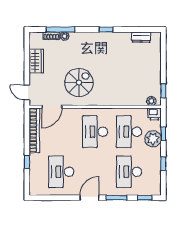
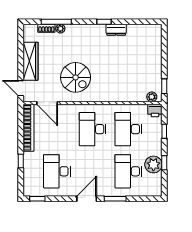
dresser: (141, 37) -> (116, 30), moved
wardrobe: (36, 61) -> (31, 61), width x1.50
spiral stairs: (79, 82) -> (76, 77), turned 90
door: (52, 107) -> (47, 103), hinge flipped
plant: (153, 139) -> (153, 164), moved
window: (145, 198) -> (37, 199), moved

